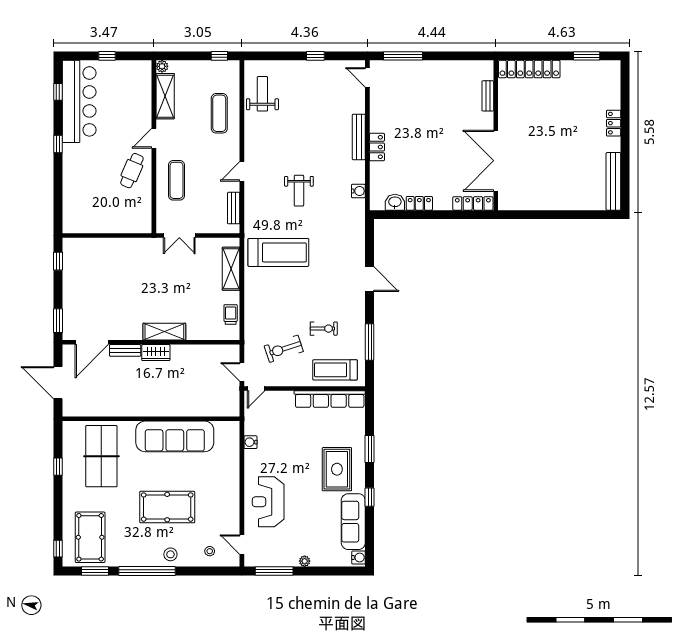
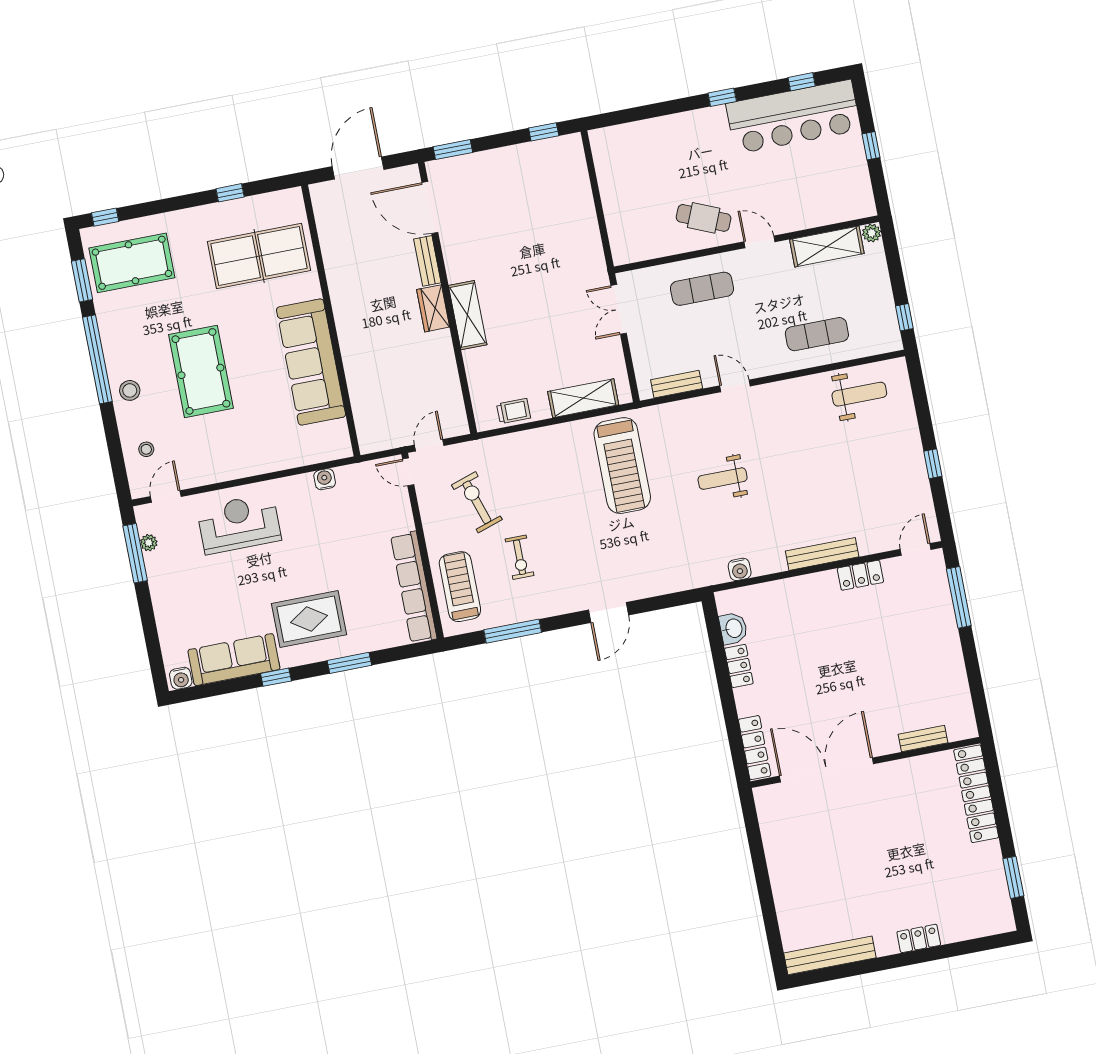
locker: (377, 147) -> (860, 575), moved
plant: (305, 561) -> (149, 543), moved

